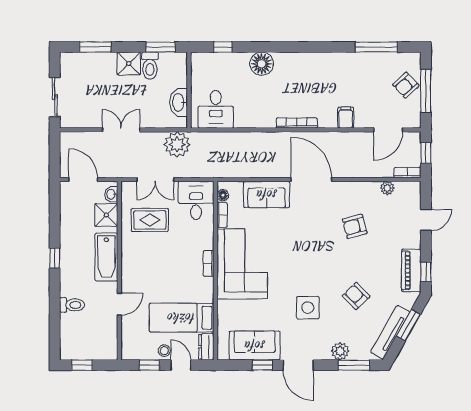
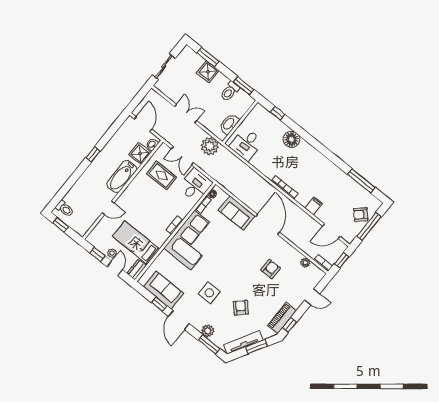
shower: (129, 64) -> (208, 72), moved
armchair: (355, 226) -> (271, 269), turned 105
toilet: (72, 305) -> (65, 209), moved

